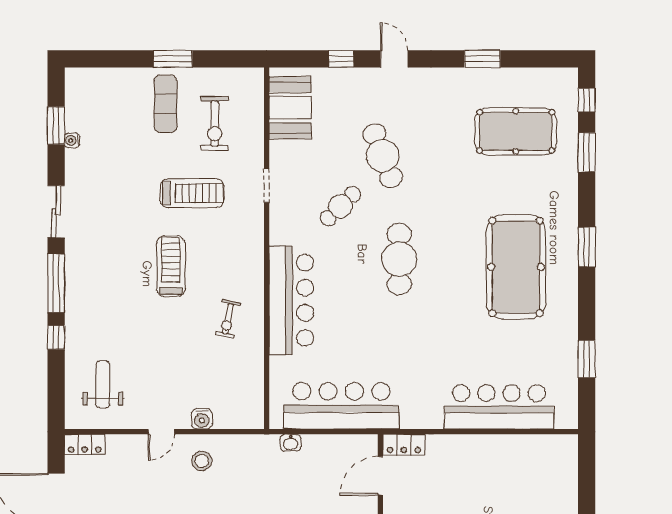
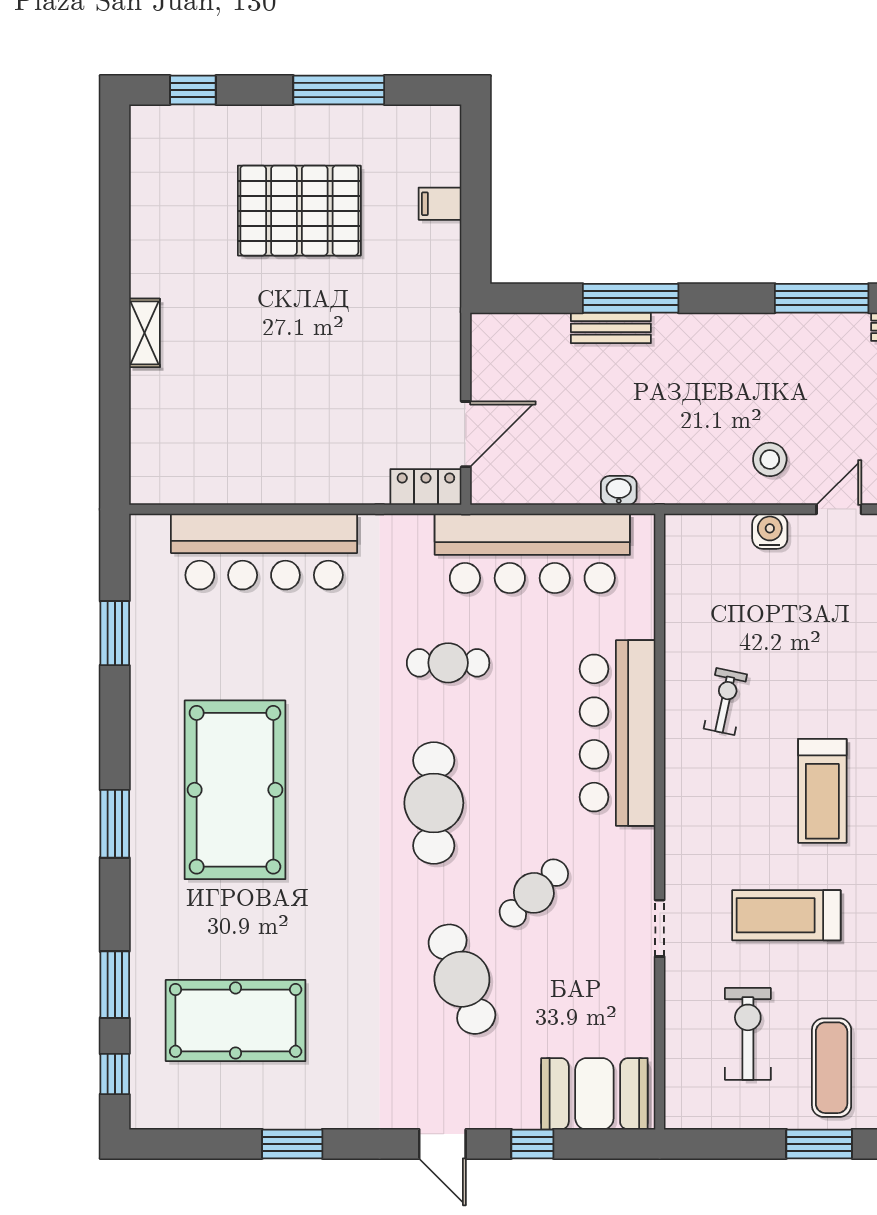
booth: (290, 108) -> (594, 1094), moved, turned 90
cafe table: (391, 341) -> (448, 663), added

